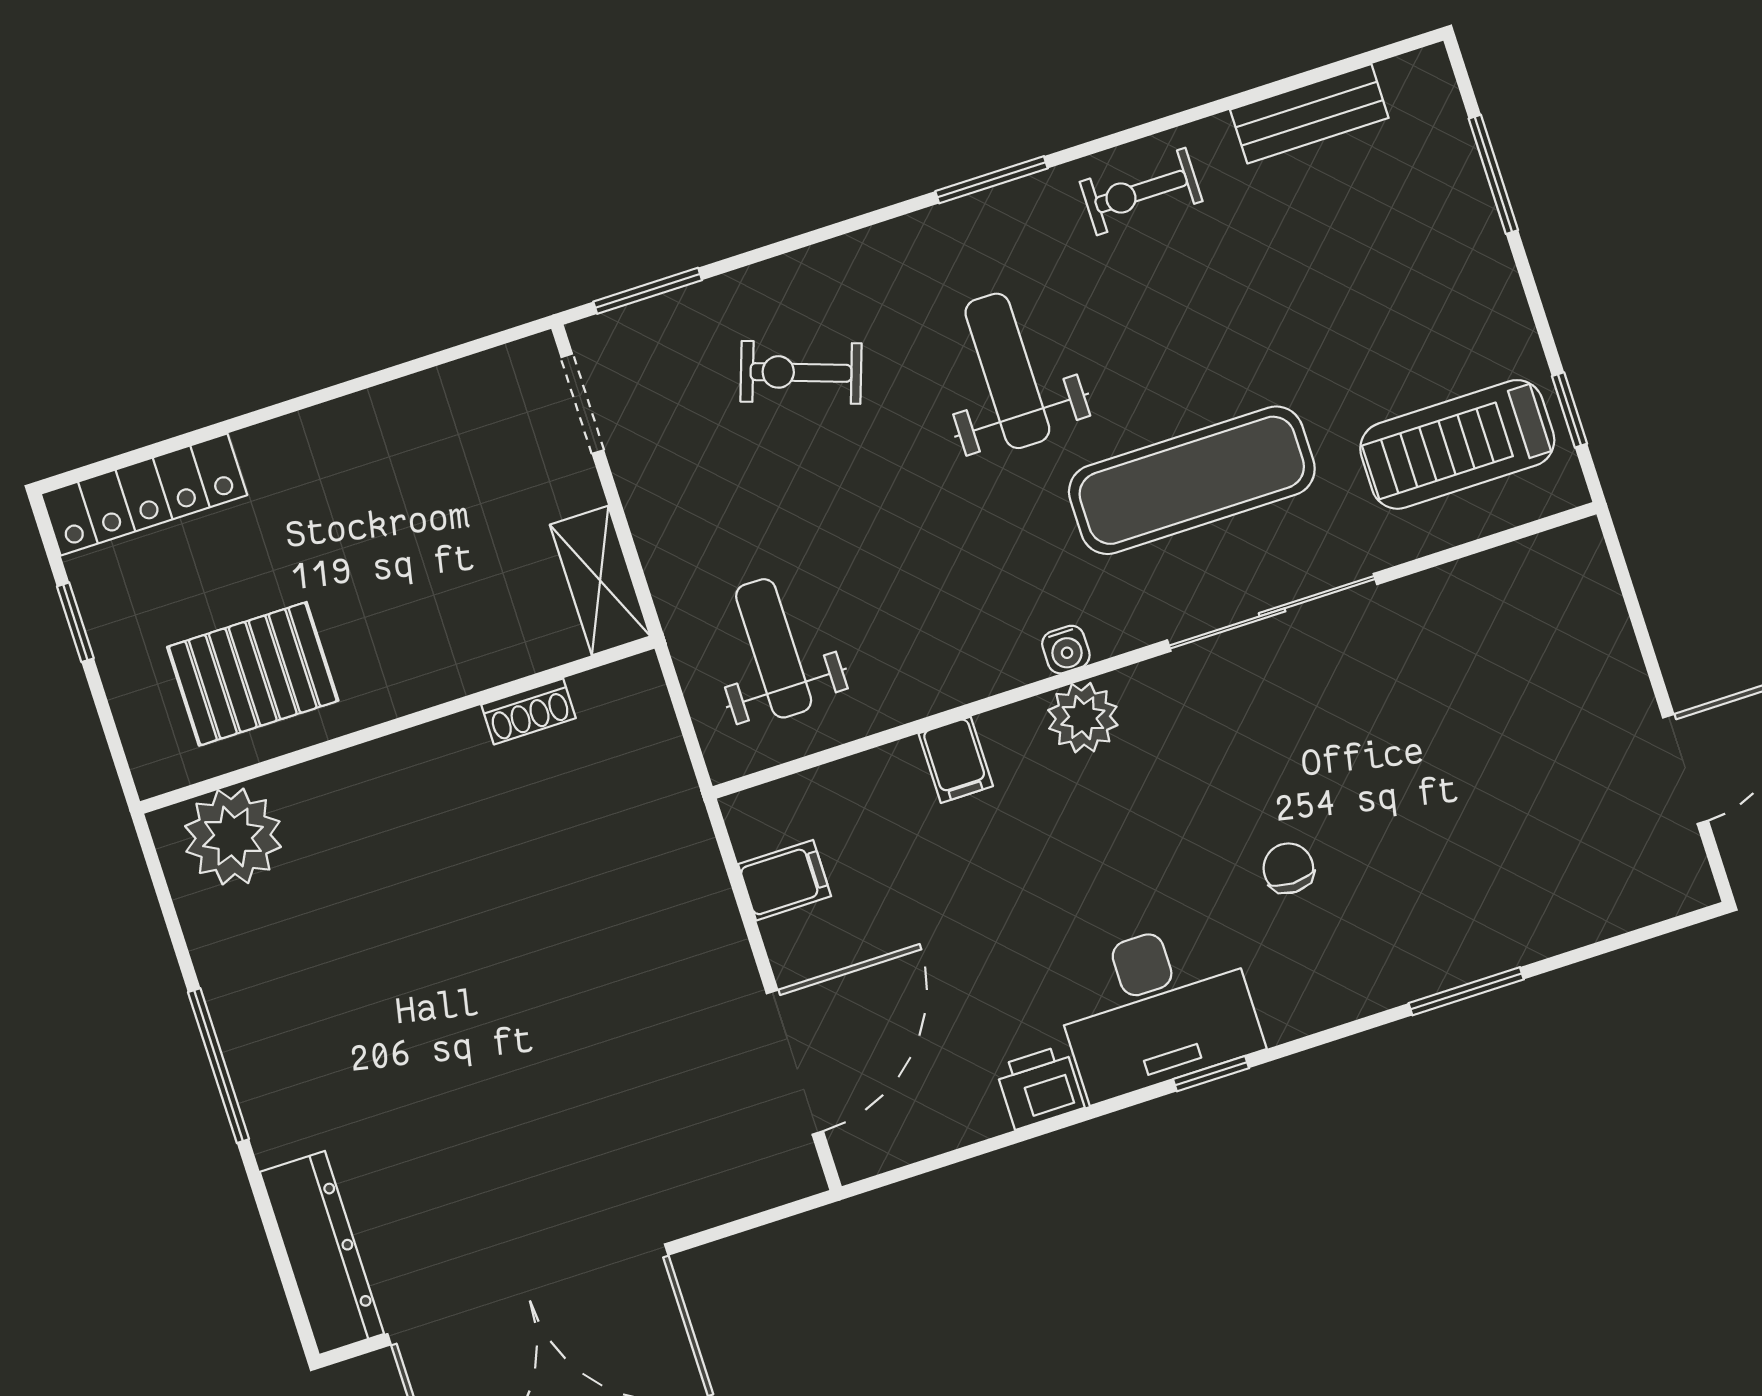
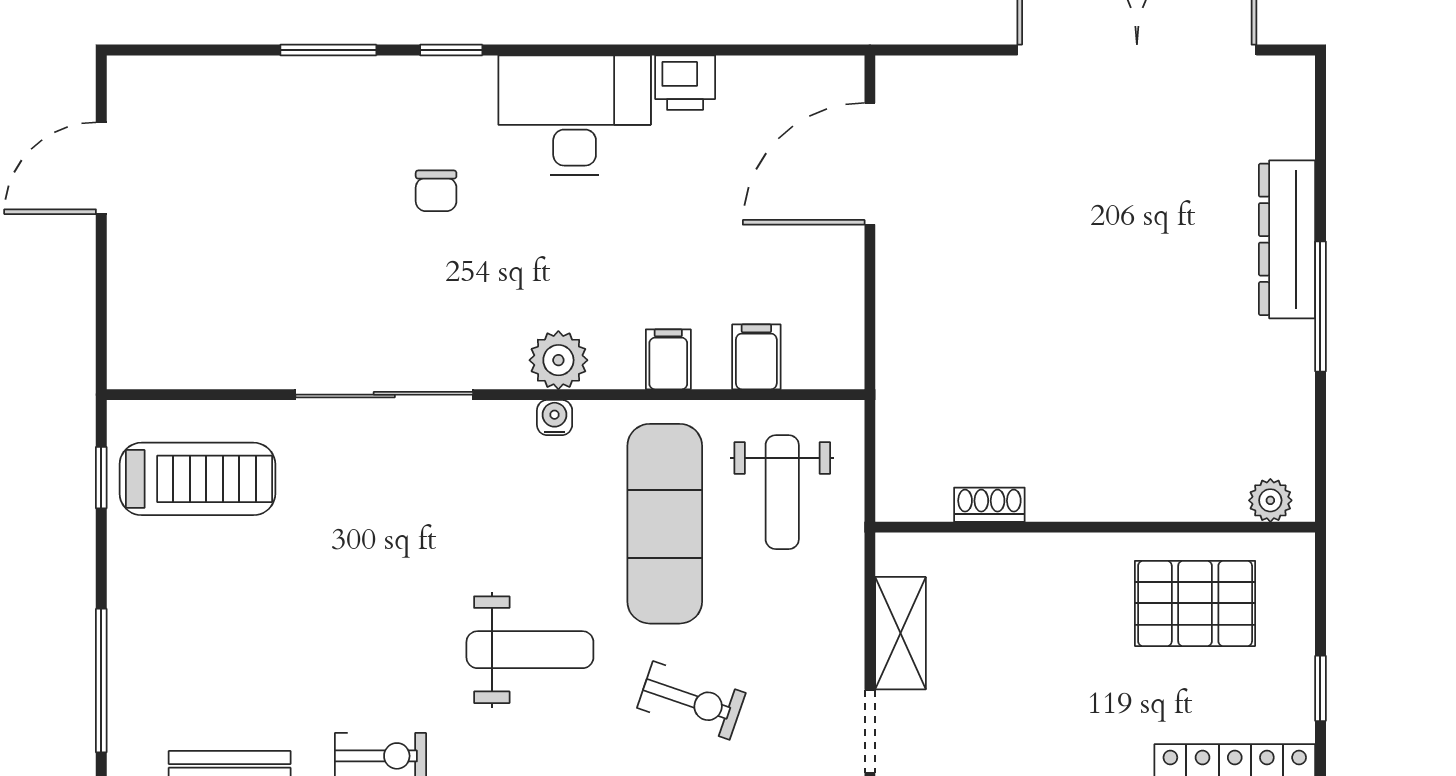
window: (1493, 174) -> (101, 681), width x1.44
weight bench: (1007, 371) -> (530, 650), turned -90
exercise mat: (1192, 480) -> (665, 524), moved, turned 90
shelving: (600, 581) -> (901, 633), moved
plant: (233, 837) -> (1270, 500), width x0.53, depth x0.53
filing cabinet: (785, 880) -> (756, 357), moved, turned 90
window: (1211, 1074) -> (451, 50), moved
dresser: (322, 1253) -> (1287, 239), moved

